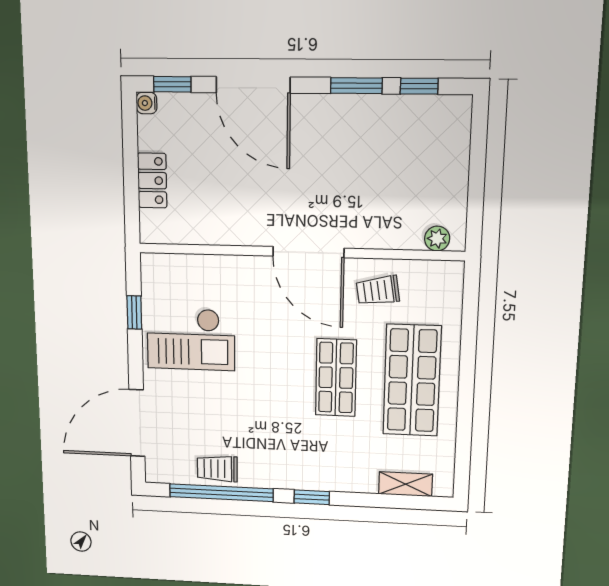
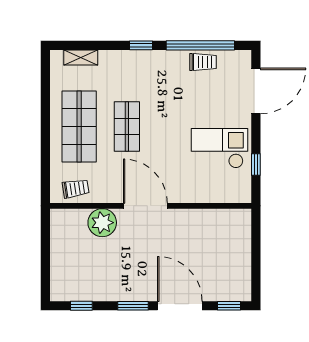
window: (356, 86) -> (133, 306), moved
water cooler: (147, 103) -> (245, 295), removed
locker: (152, 181) -> (242, 248), removed
plant: (437, 239) -> (102, 223), moved, width x1.88, depth x1.88
trolley: (378, 291) -> (76, 189), moved

